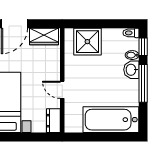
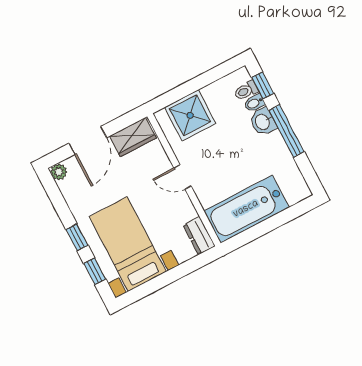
toilet: (131, 33) -> (246, 91), moved
door: (62, 90) -> (183, 177), moved
bathtub: (111, 120) -> (246, 209), moved

